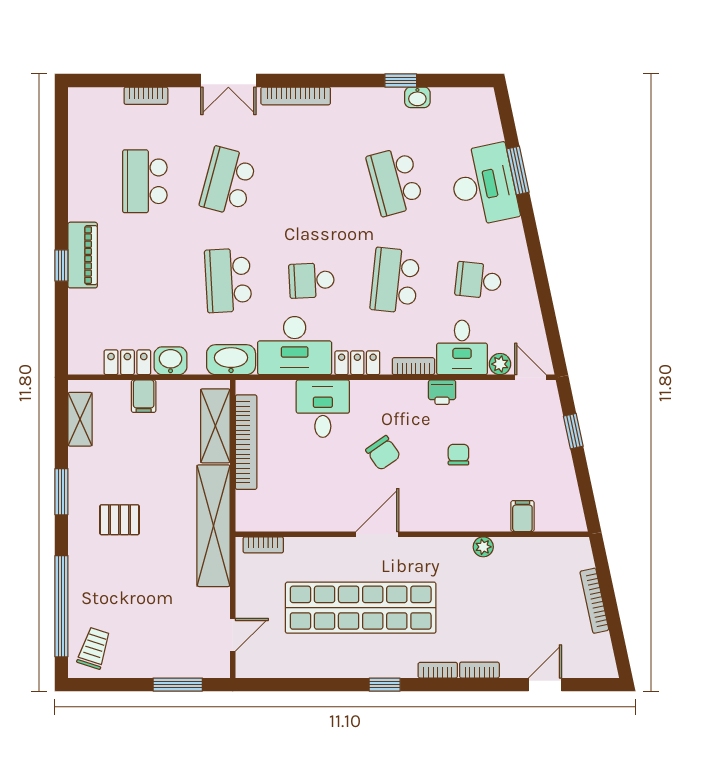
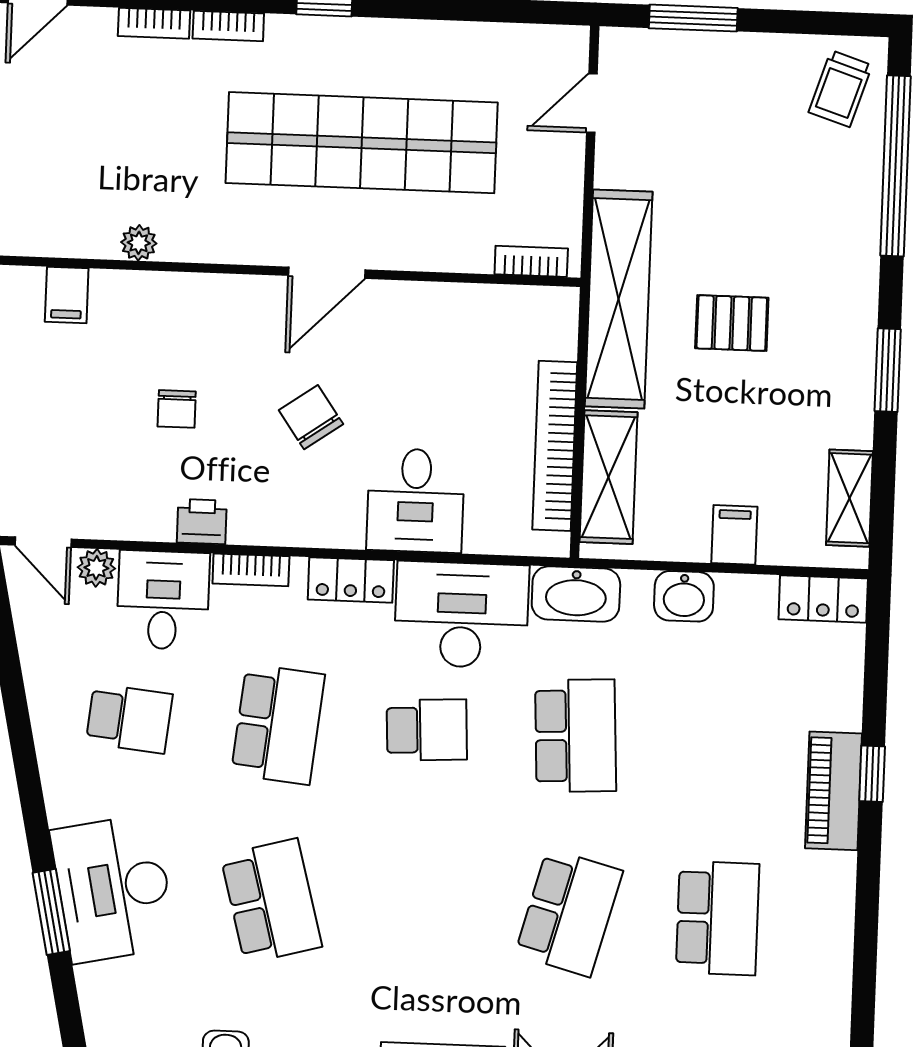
locker: (127, 362) -> (823, 599), moved
pallet: (120, 520) -> (732, 323), moved

